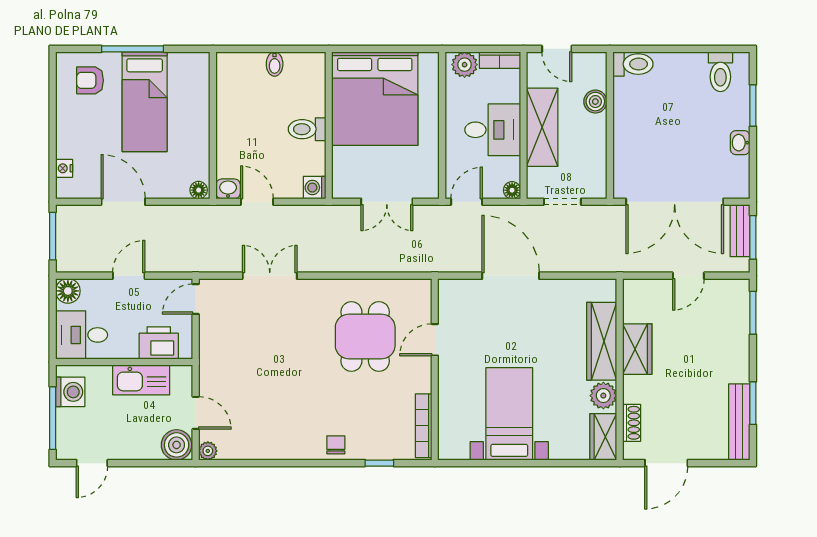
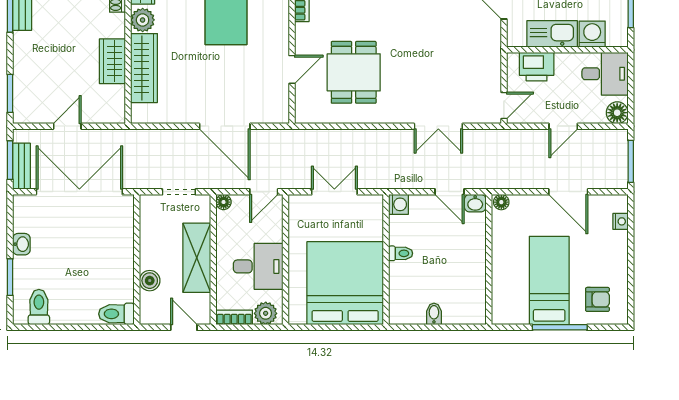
toilet: (307, 129) -> (401, 253), width x0.73, depth x0.72
desk: (493, 130) -> (258, 266), moved, turned 180
washing machine: (70, 392) -> (592, 34), moved, turned 90

